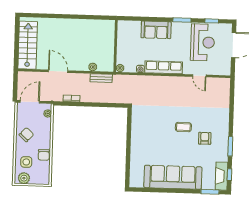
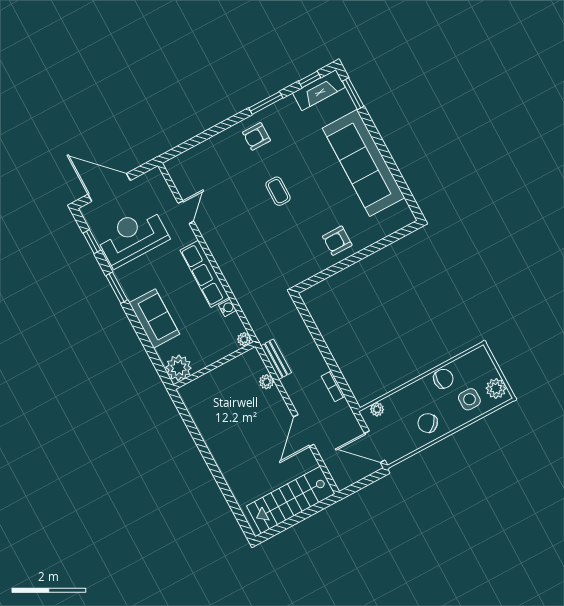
plant: (125, 28) -> (179, 368), added
armchair: (205, 138) -> (257, 136), moved
armchair: (142, 142) -> (337, 241), added

